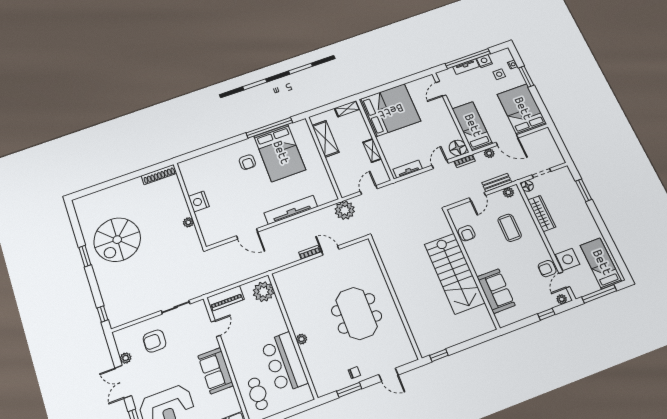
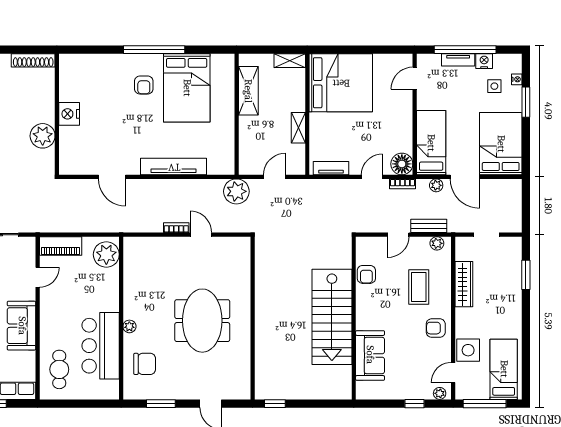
window: (269, 128) -> (154, 50), moved
floor lamp: (527, 186) -> (463, 244), removed
plant: (188, 222) -> (43, 136), width x1.88, depth x1.88
armchair: (547, 269) -> (436, 328), moved
chair: (354, 373) -> (145, 364), moved, width x1.87, depth x1.87

